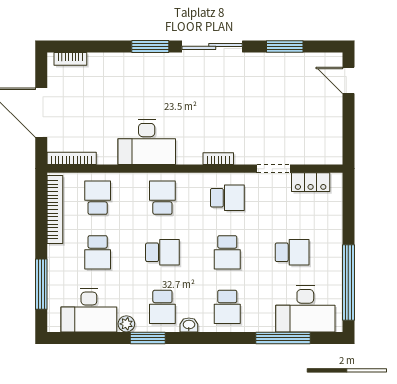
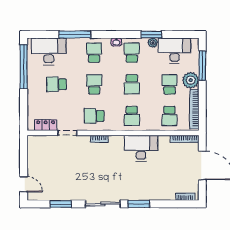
school desk: (162, 252) -> (132, 84), turned -90
plant: (61, 259) -> (191, 80), added
window: (148, 338) -> (151, 35), moved
window: (283, 338) -> (75, 35), moved

